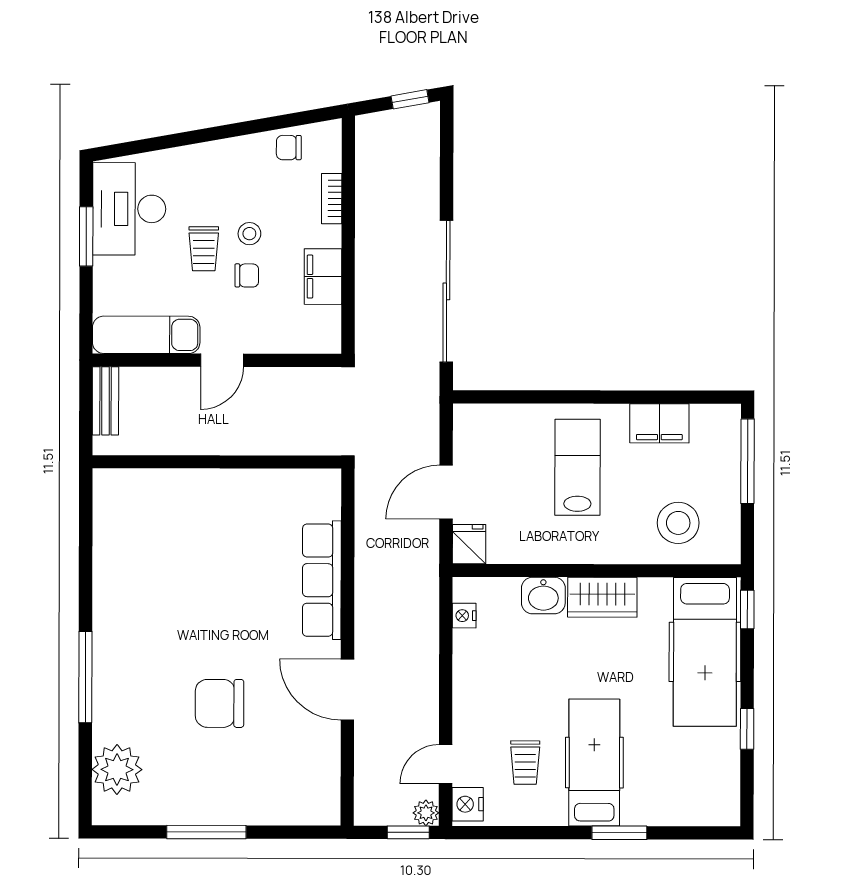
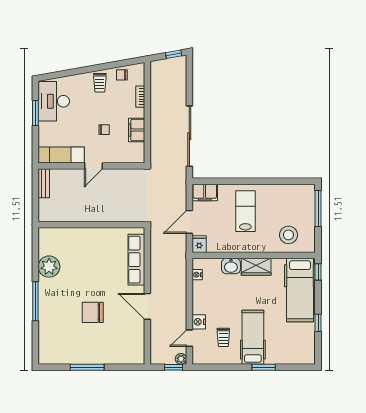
stool: (249, 234) -> (105, 112), removed
trolley: (204, 249) -> (100, 83), moved
filing cabinet: (659, 423) -> (205, 192), moved
wall: (217, 462) -> (91, 225), moved
plant: (117, 769) -> (49, 267), moved
nightstand: (468, 804) -> (199, 322), moved

